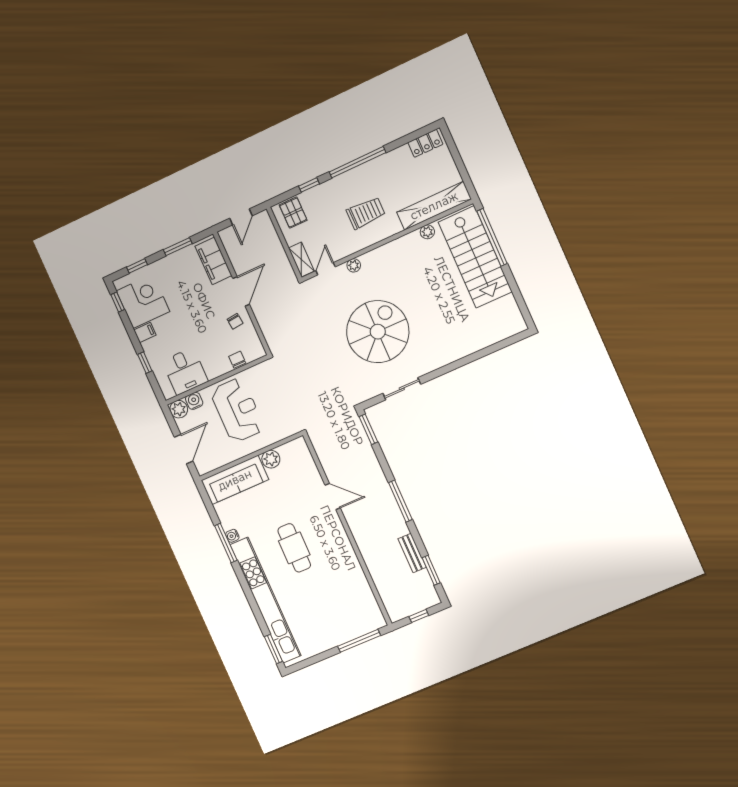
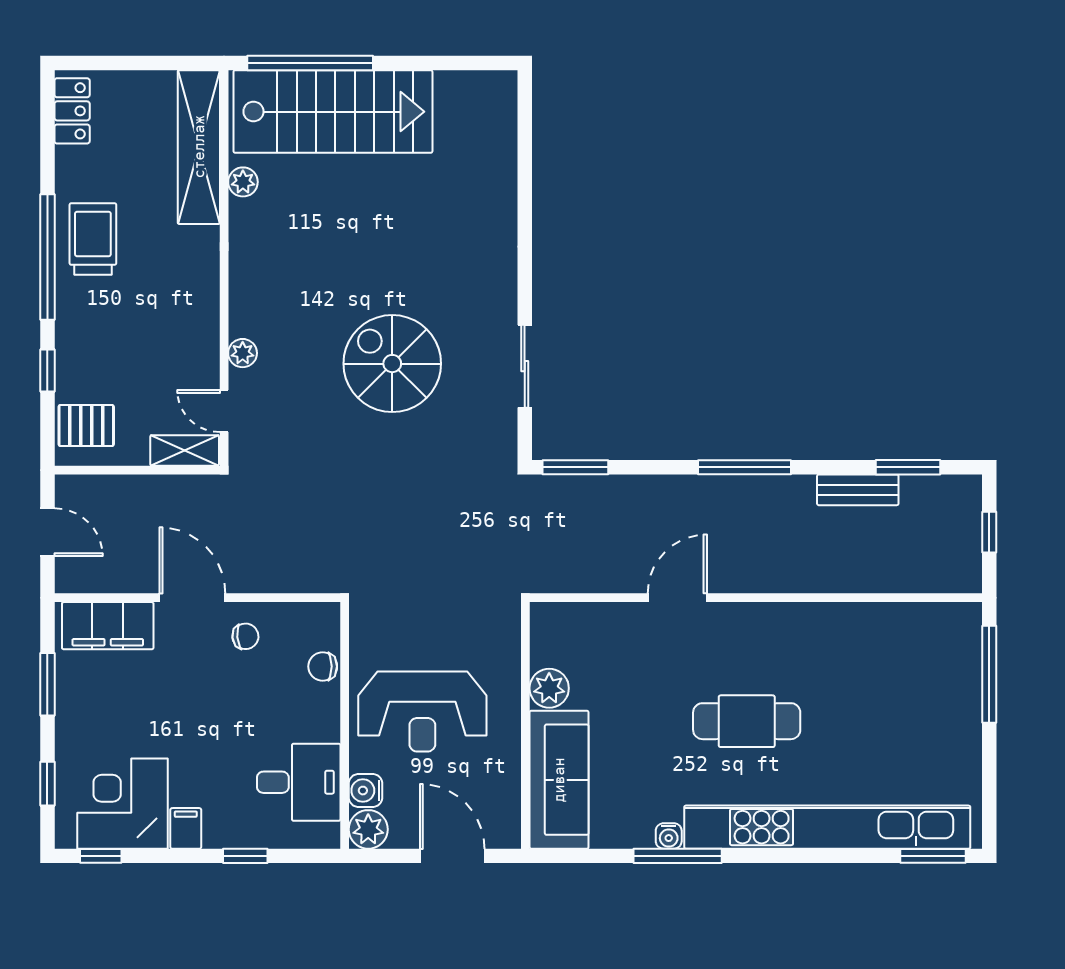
trolley: (366, 213) -> (93, 239), moved
spiral stairs: (378, 332) -> (392, 364), width x0.73, depth x0.73
reception desk: (237, 410) -> (422, 711), turned 180

